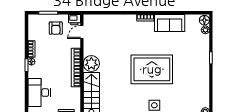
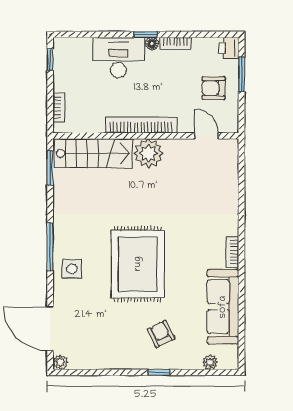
printer: (74, 20) -> (229, 48), moved
floor lamp: (204, 20) -> (228, 361), removed
sofa: (170, 23) -> (223, 307), width x1.36
armchair: (190, 57) -> (161, 334), added
desk: (39, 93) -> (118, 58), moved

